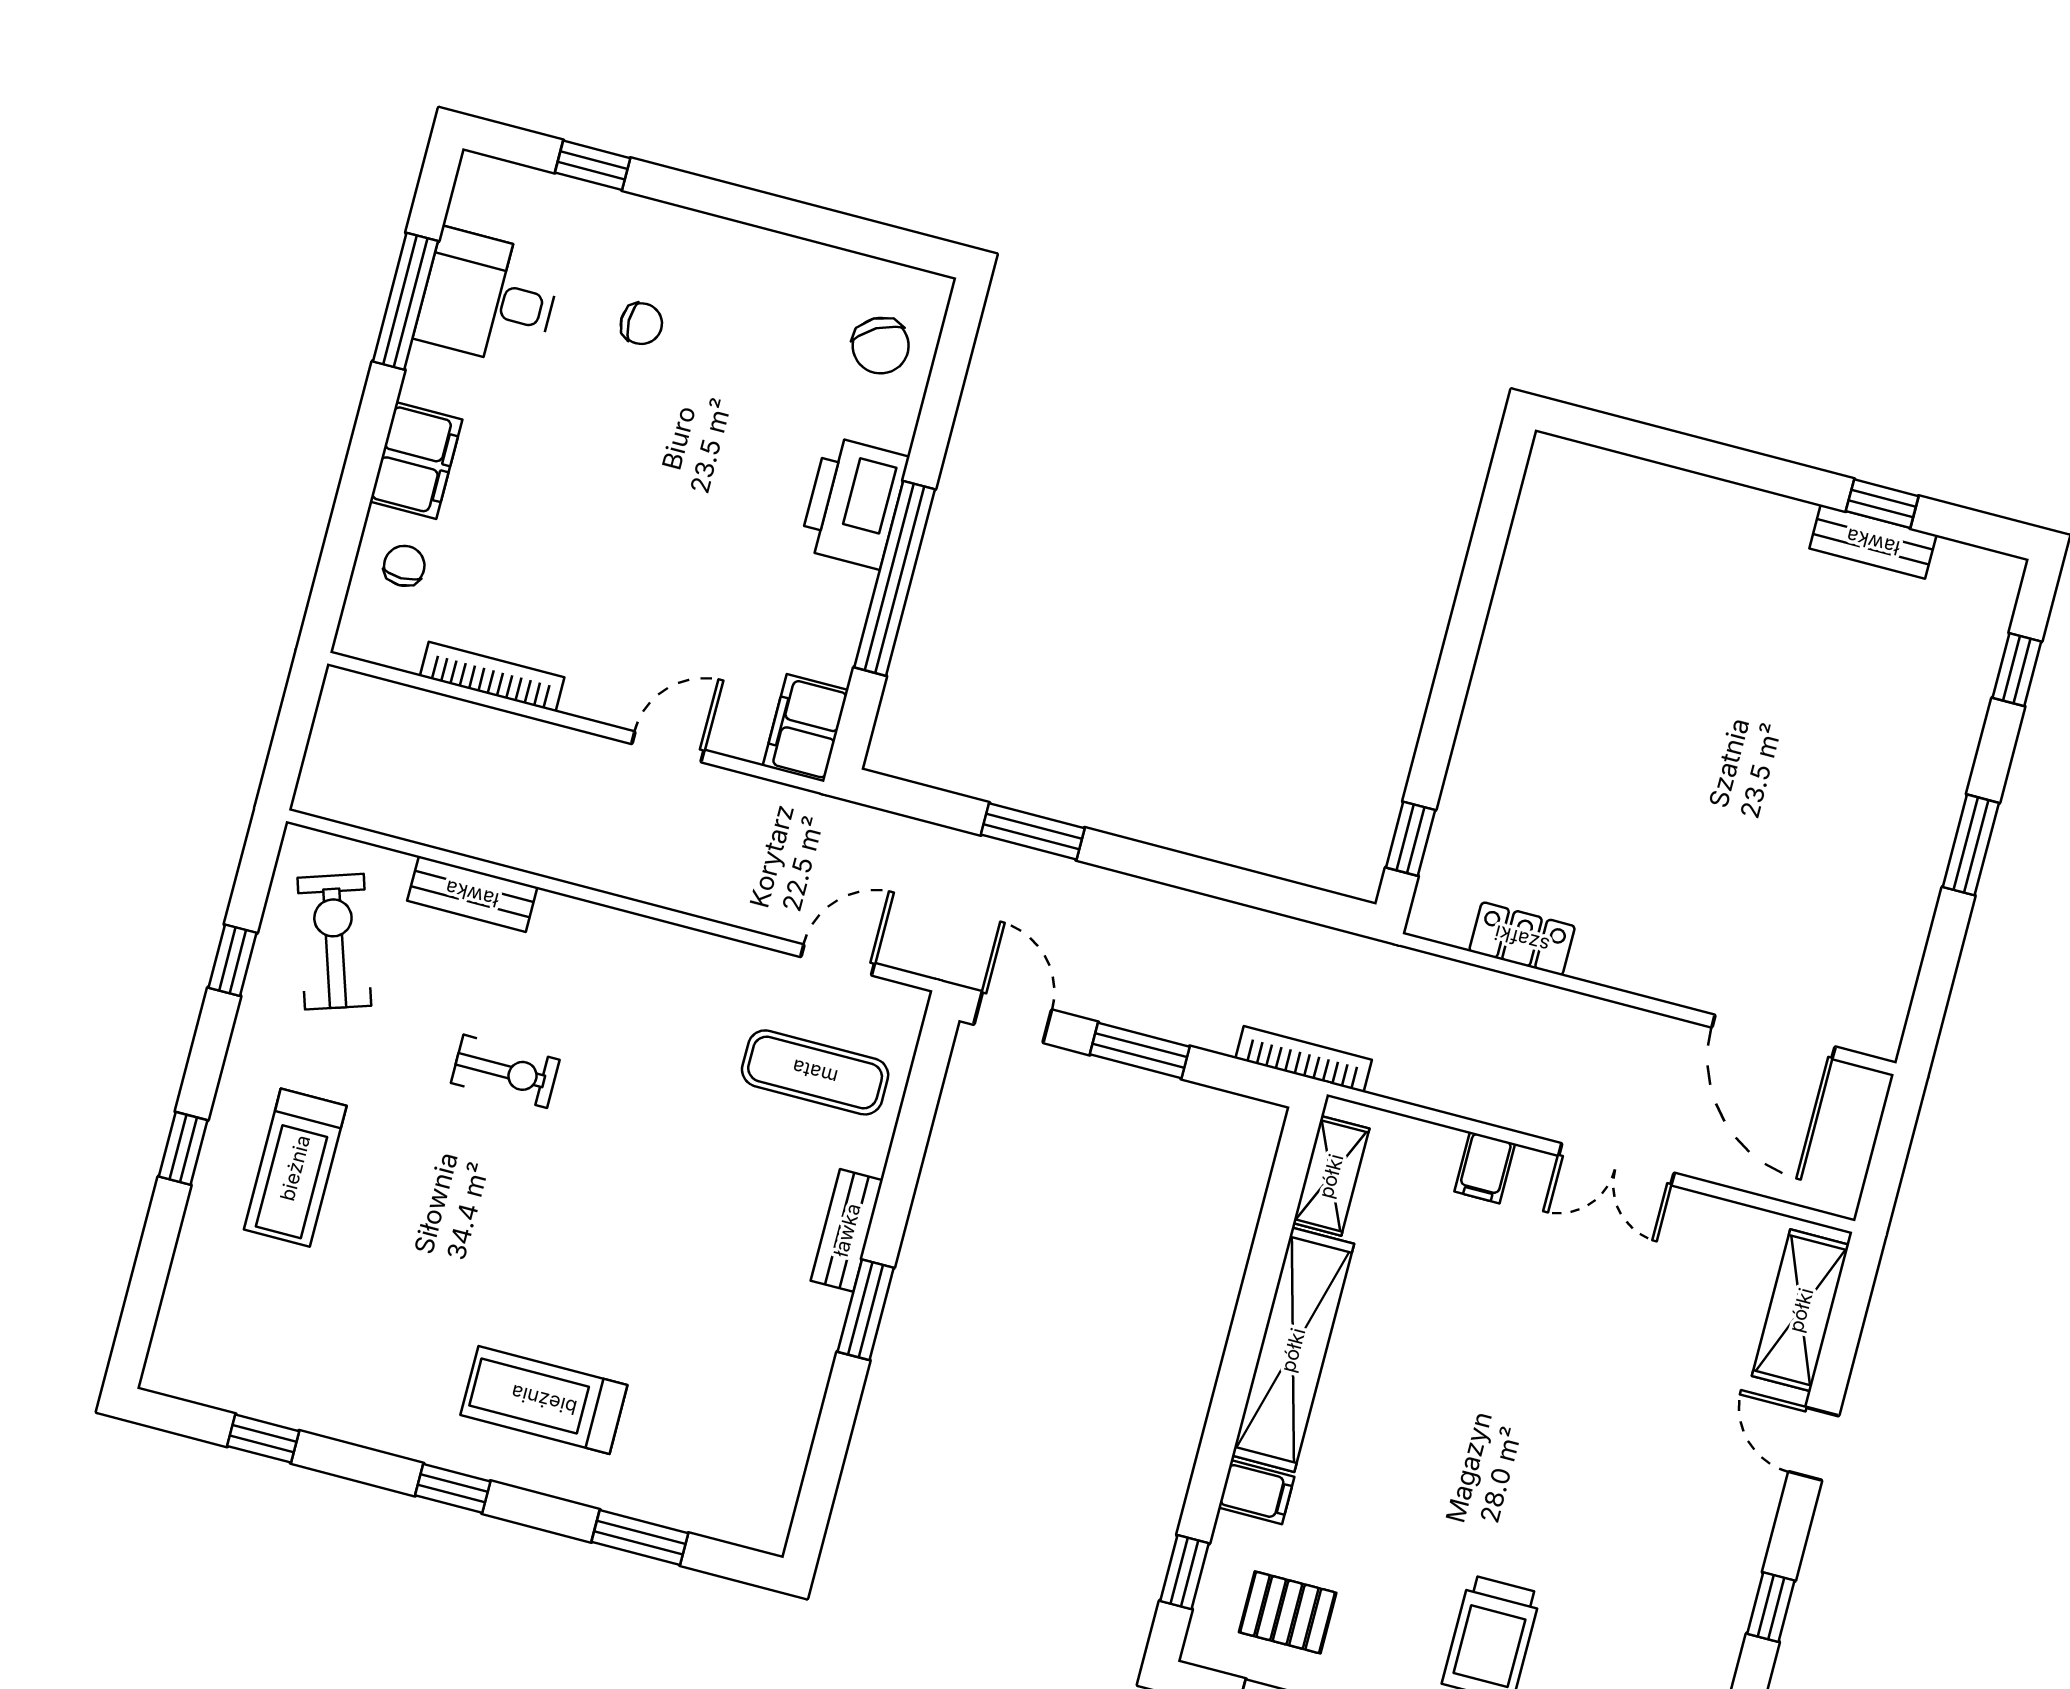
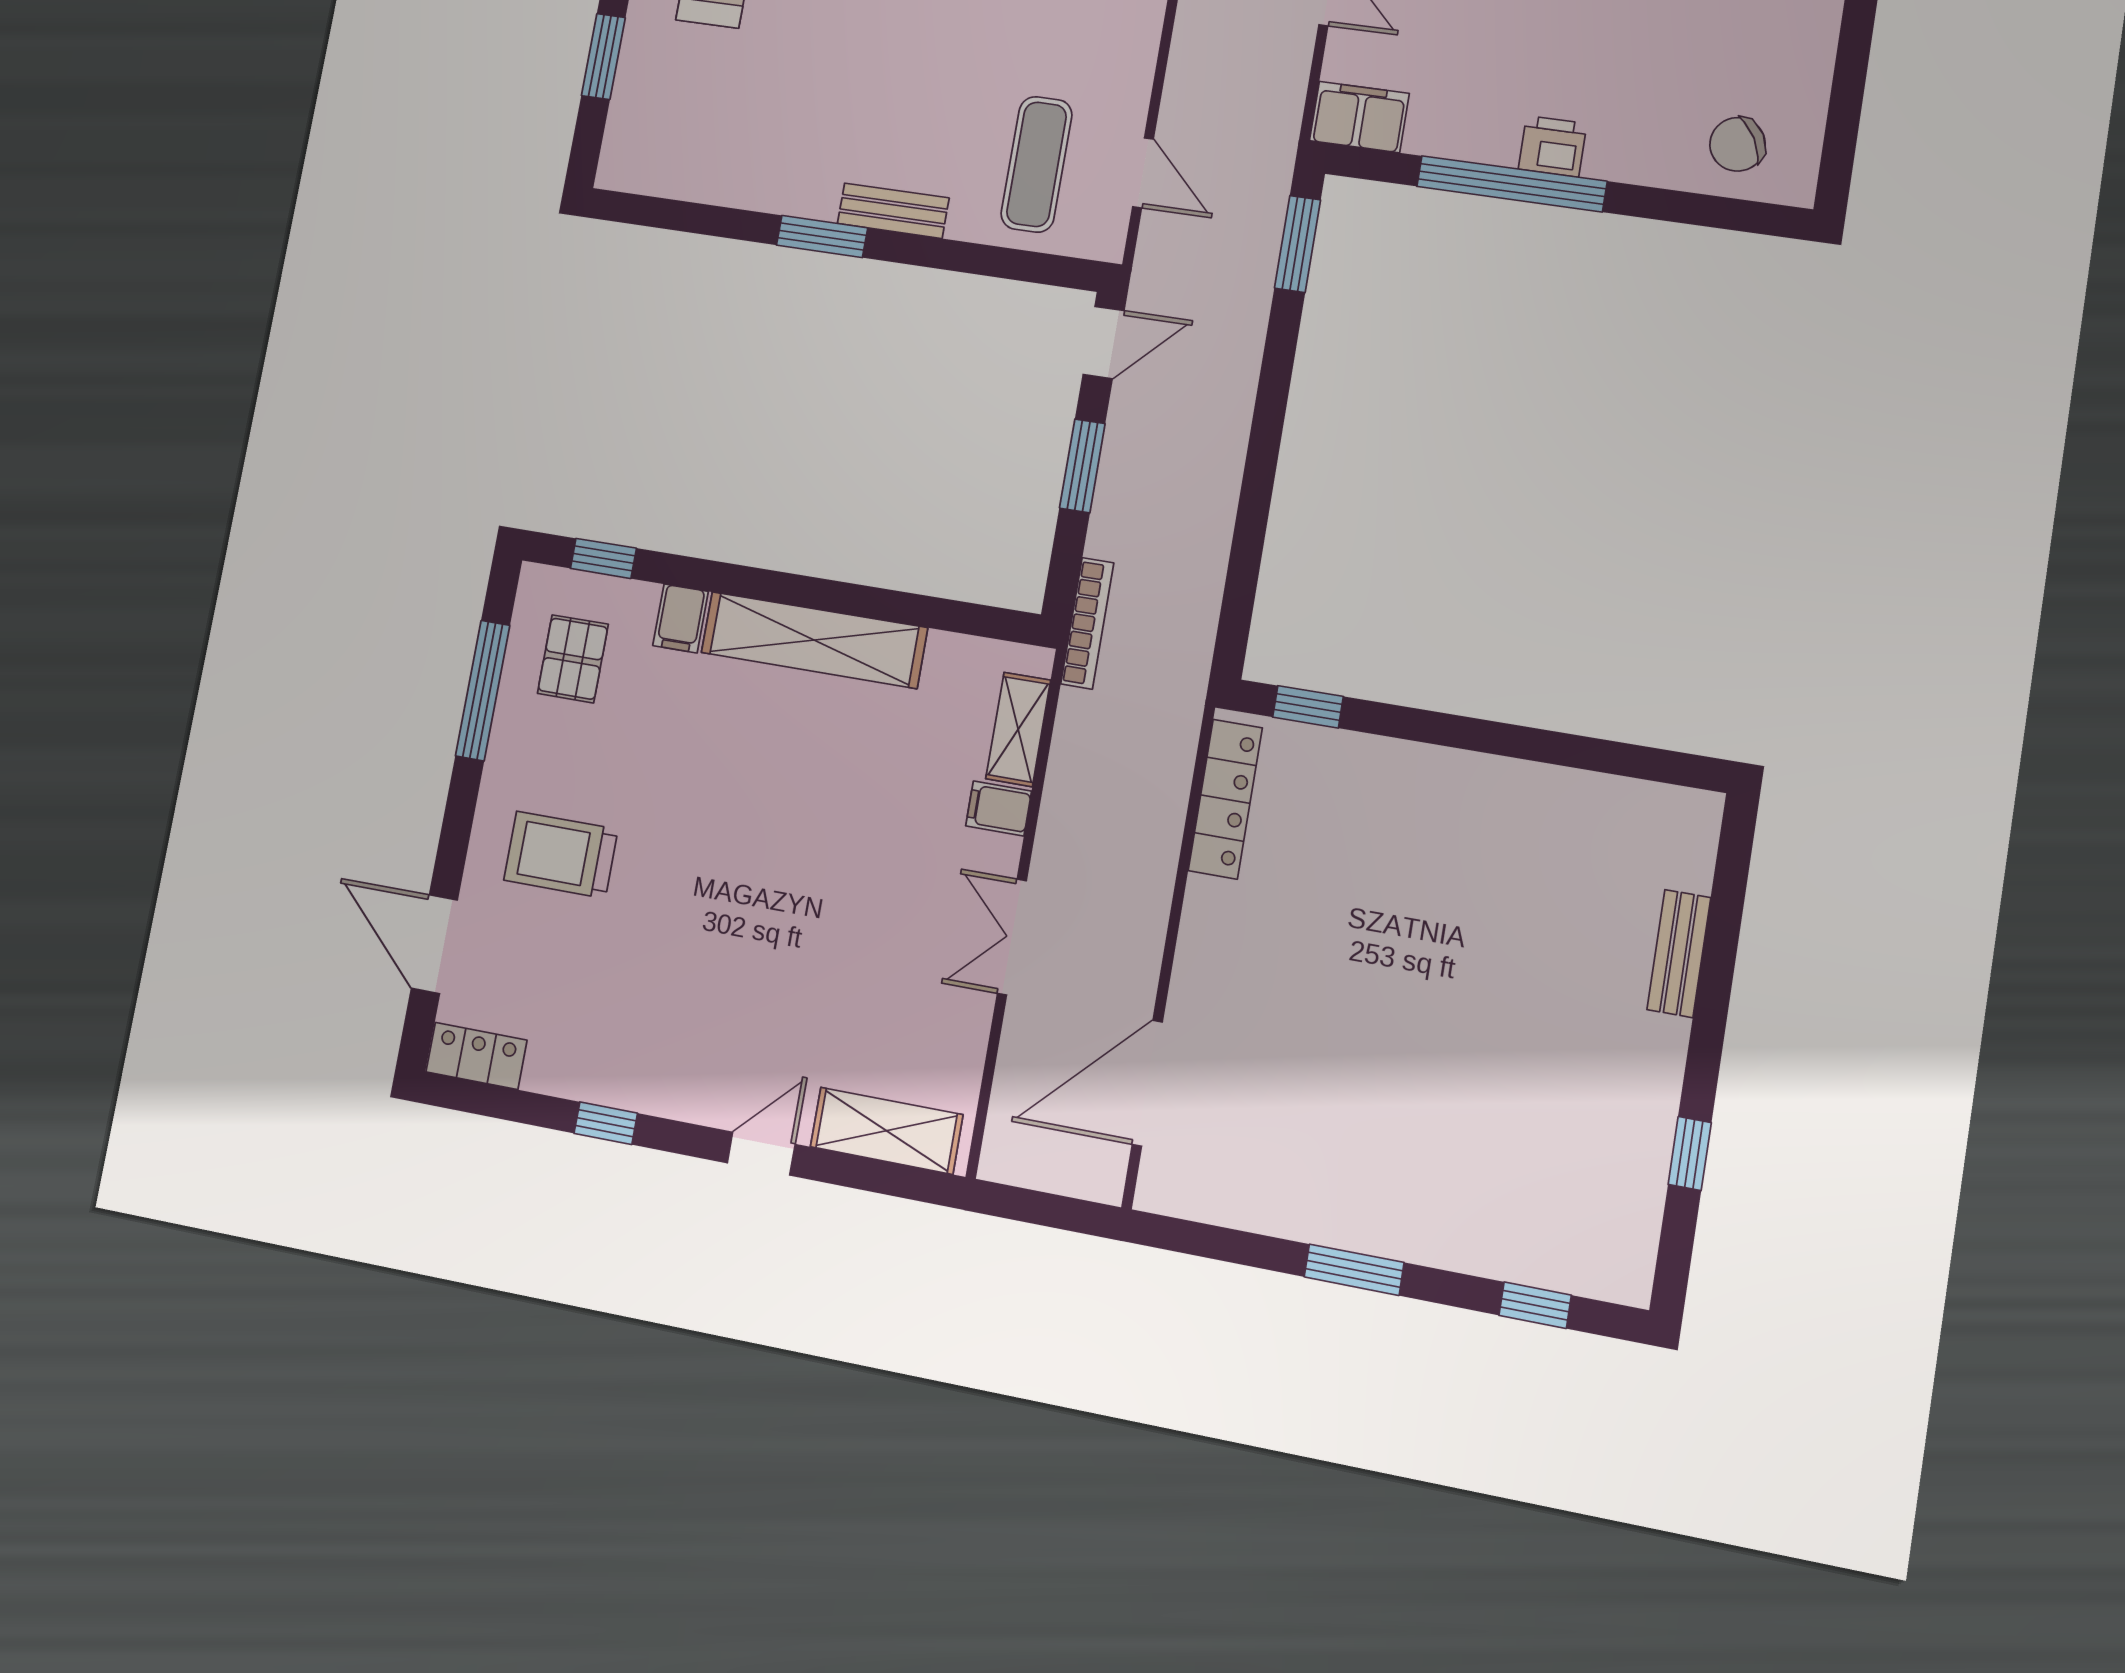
printer: (854, 503) -> (1552, 146), width x0.53, depth x0.68
bench: (1873, 542) -> (1679, 953), moved
window: (1033, 831) -> (1298, 244), moved
locker: (1522, 939) -> (1225, 799), width x1.53
shelving: (1331, 1176) -> (1018, 729), moved, turned 90

